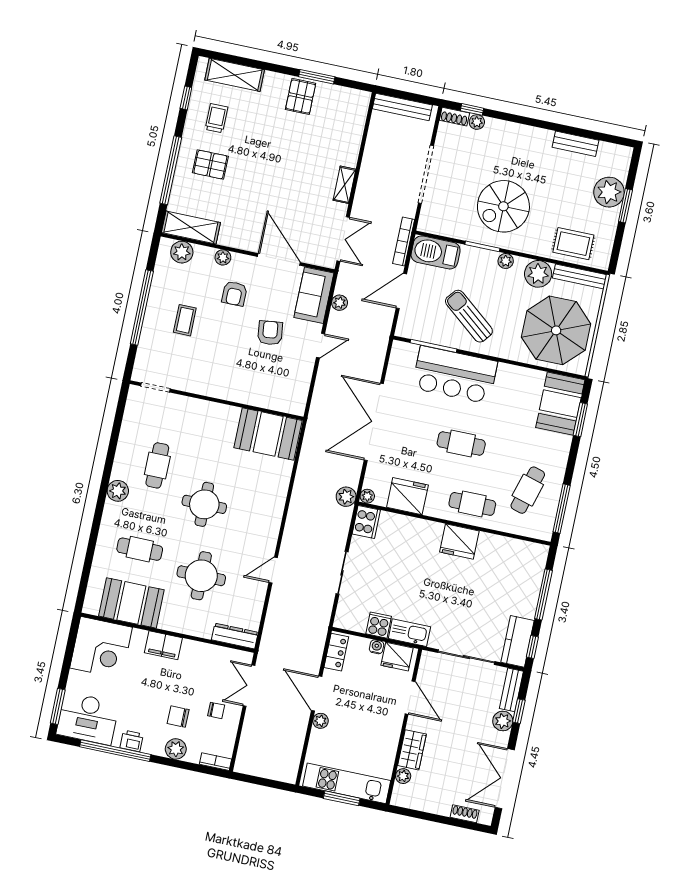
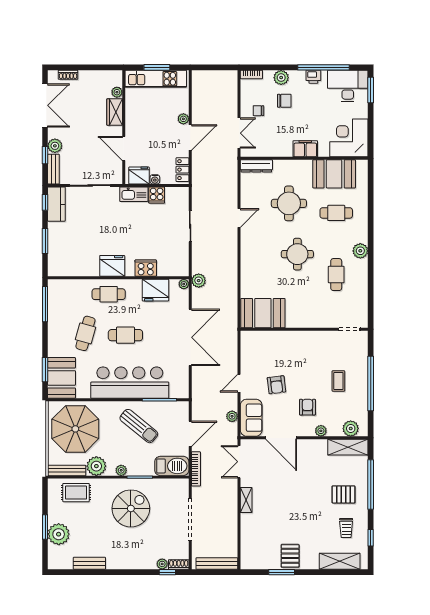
bar counter: (455, 375) -> (130, 383), width x1.36
cafe table: (528, 490) -> (85, 333), moved
cooker: (366, 522) -> (146, 268), moved, turned 90
window: (543, 595) -> (45, 241), width x0.69
door: (317, 694) -> (190, 137), hinge flipped

